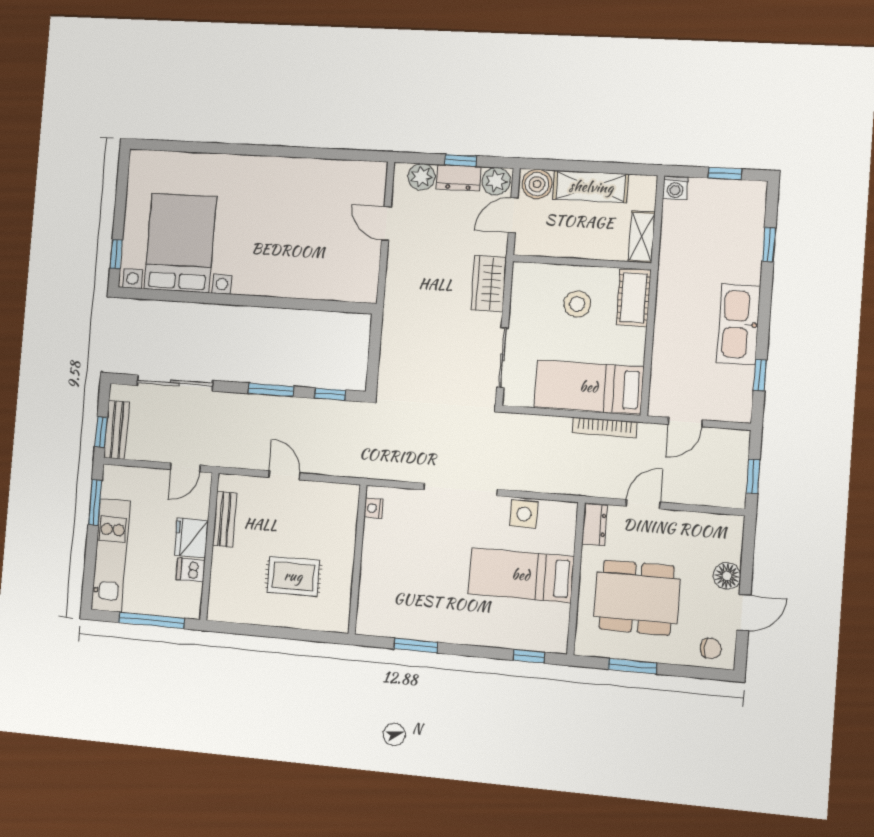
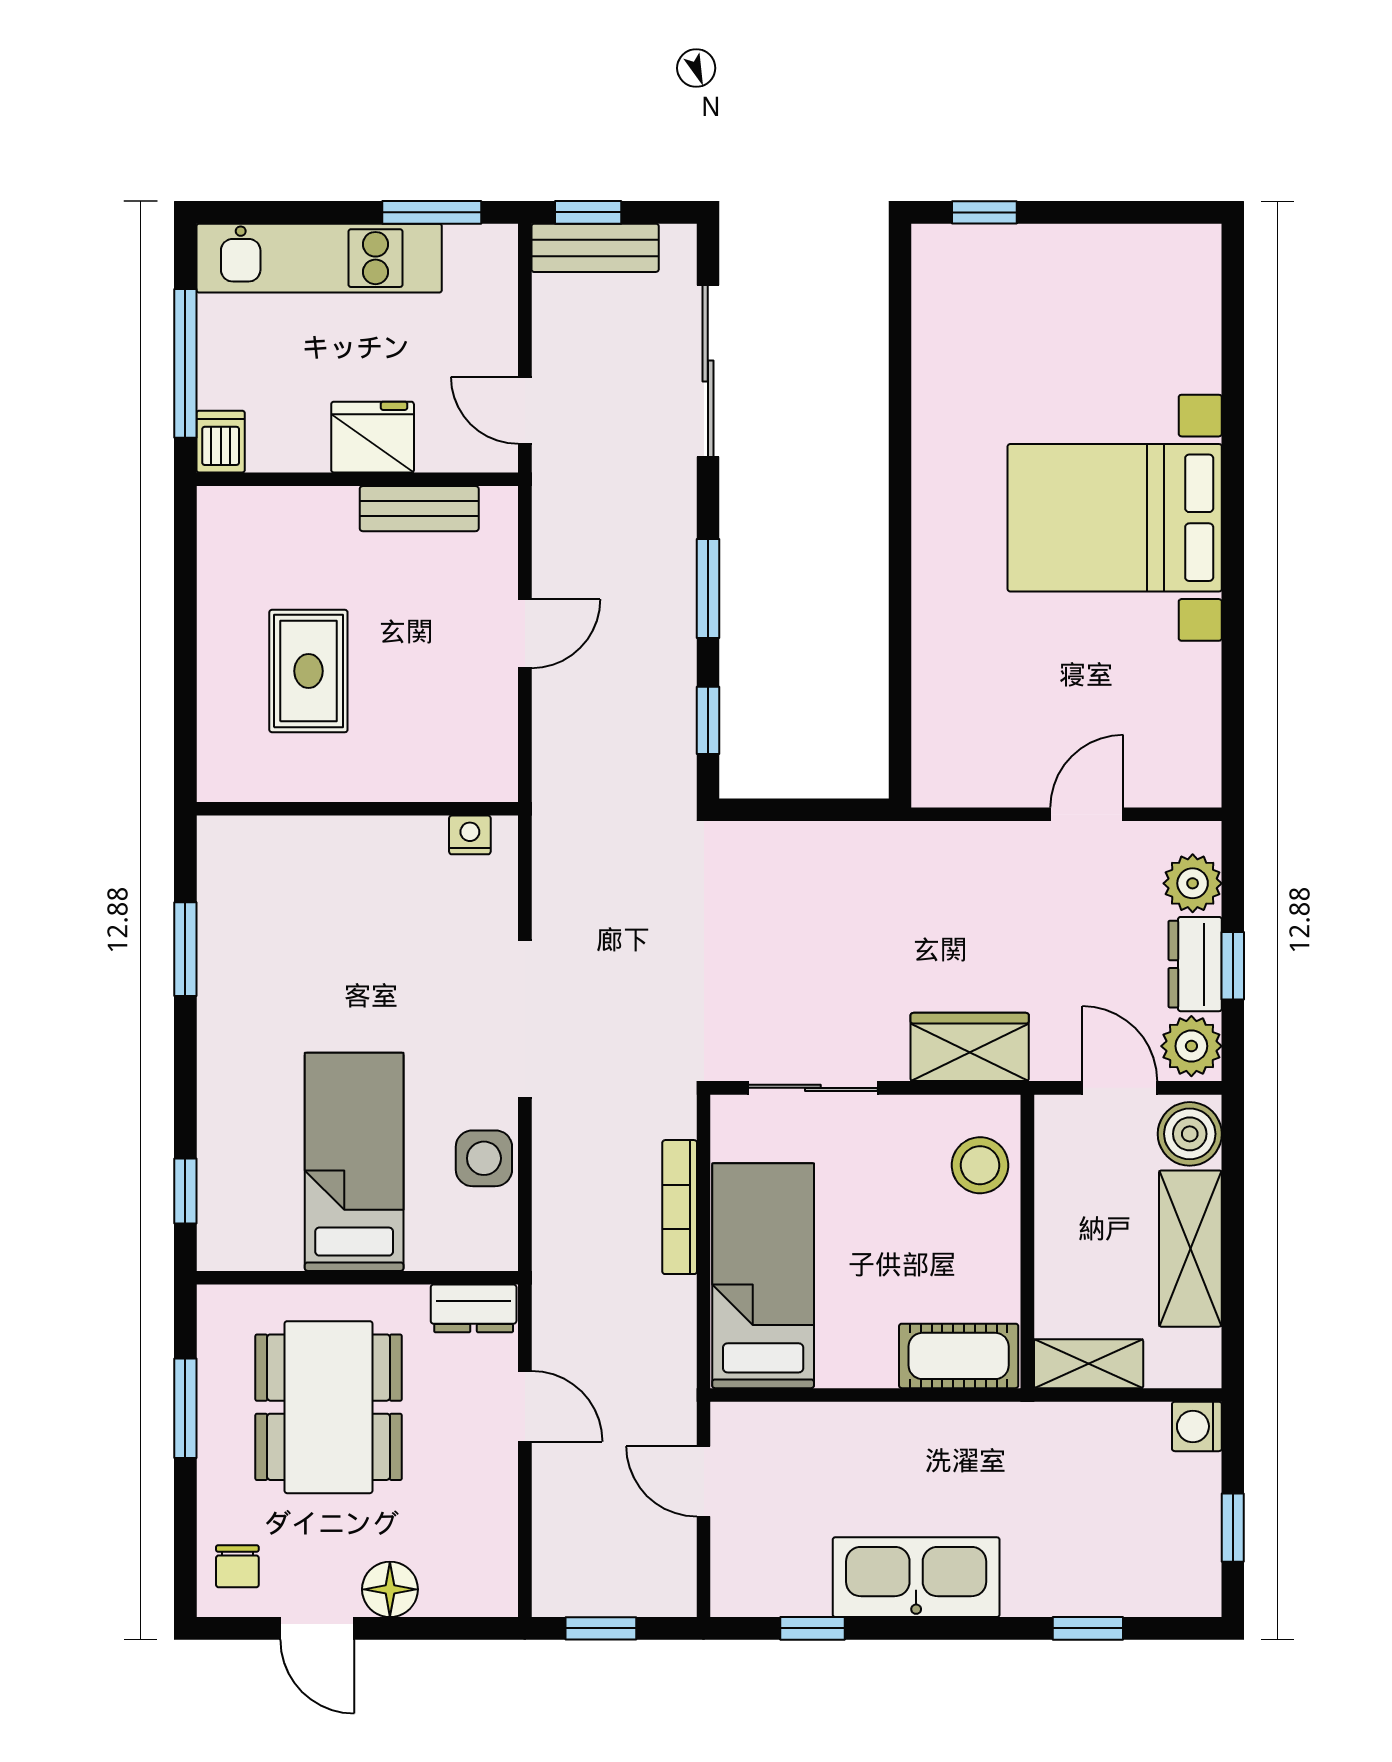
bed with nightstands: (180, 243) -> (1115, 518), moved, turned 180
stool: (577, 304) -> (980, 1165), moved
bookcase: (605, 428) -> (680, 1207), moved
dishwasher: (191, 570) -> (221, 442), moved

